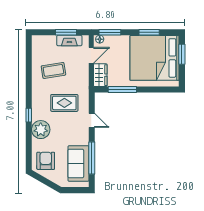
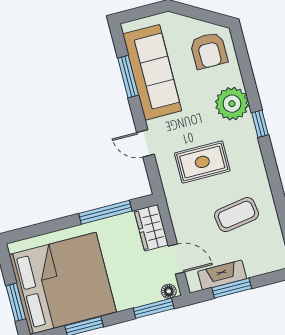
door: (91, 55) -> (176, 259), swing flipped
window: (92, 158) -> (128, 77), width x0.69
sofa: (79, 164) -> (152, 72), width x1.36

